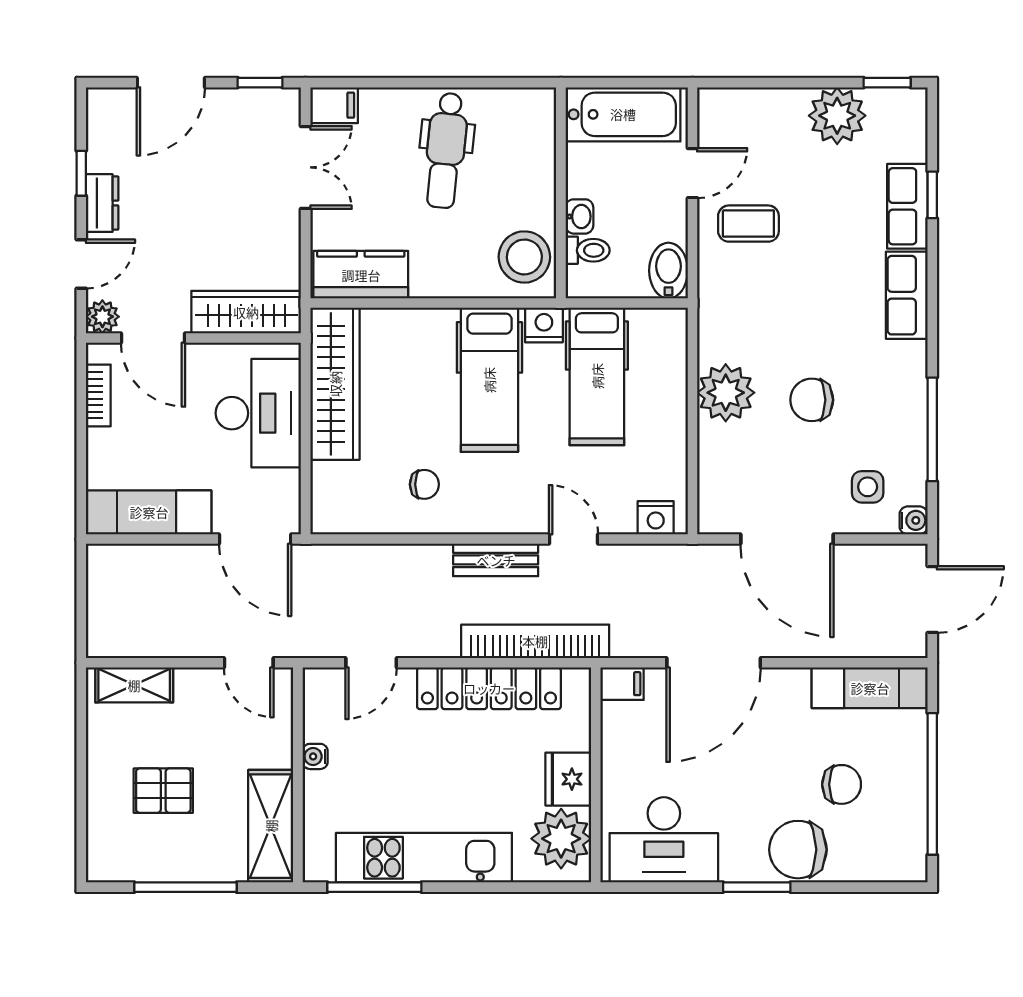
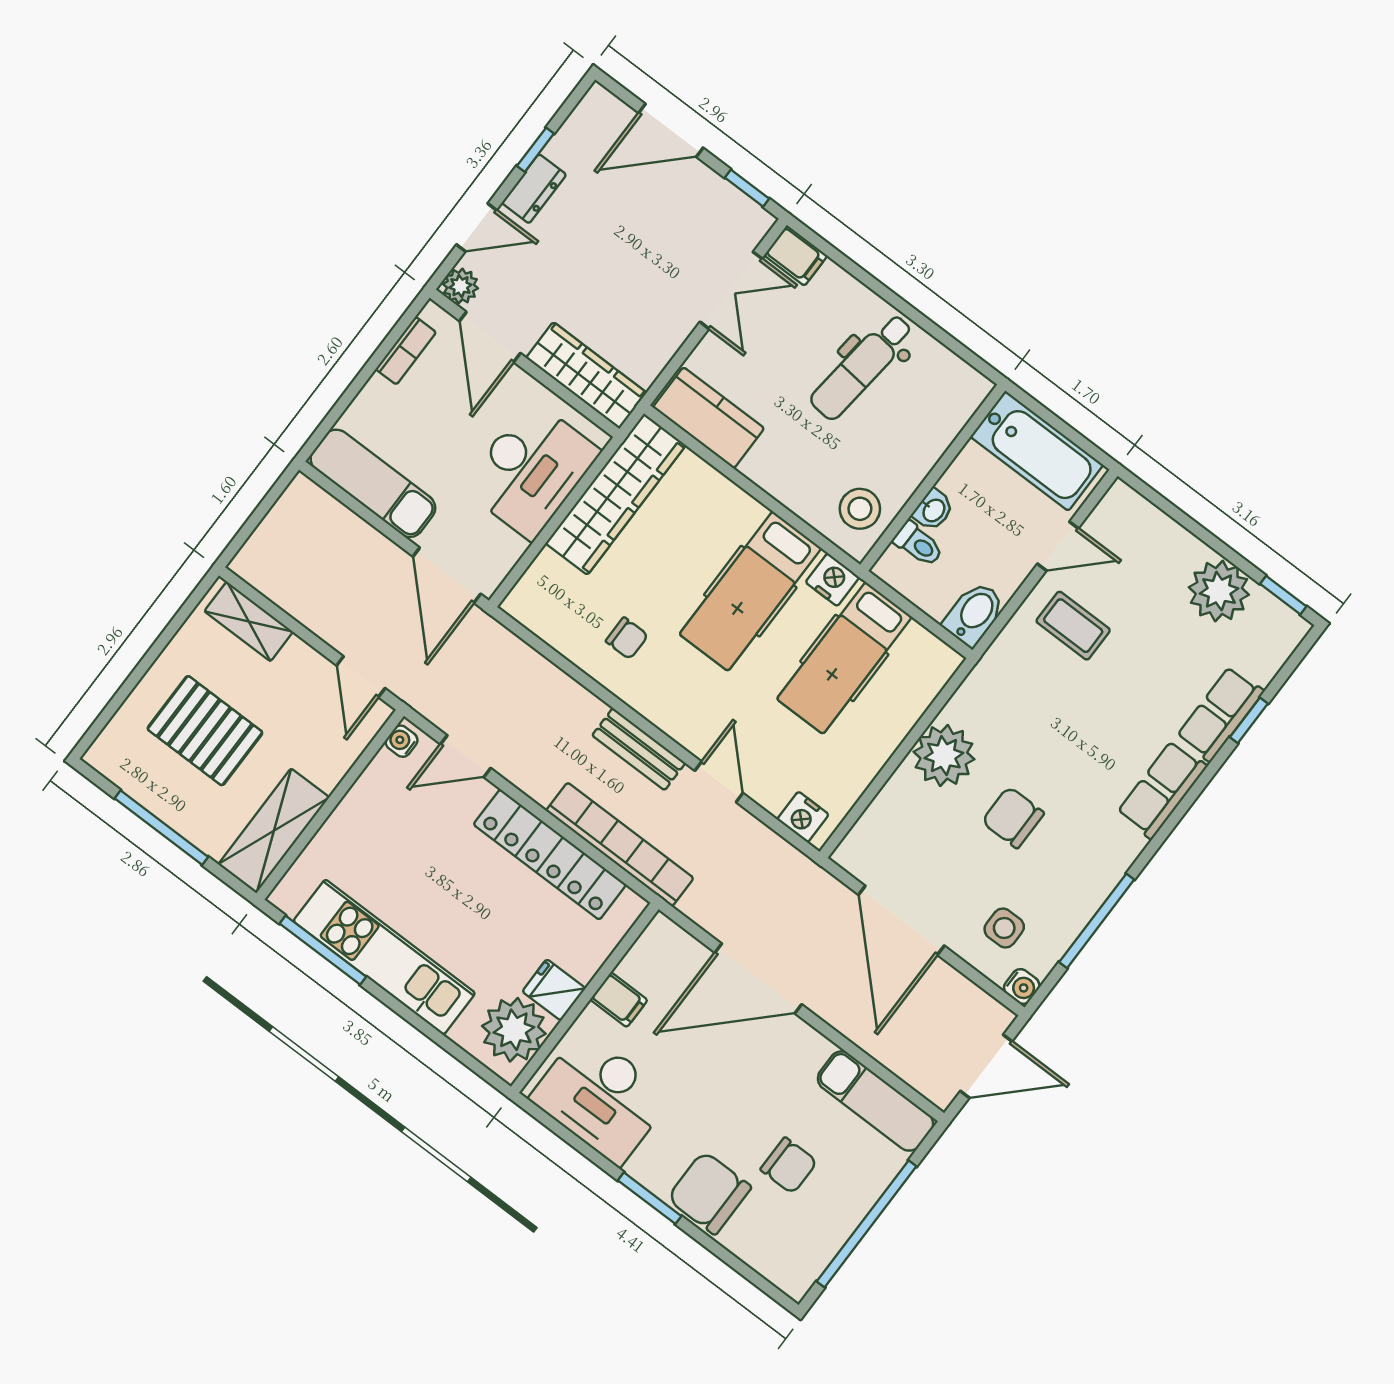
stool: (524, 257) -> (860, 509), width x0.73, depth x0.73
filing cabinet: (622, 684) -> (619, 1000), moved
water cooler: (315, 756) -> (402, 741), moved
fridge: (568, 779) -> (554, 990), width x0.72
pallet: (163, 791) -> (205, 731), width x1.50, depth x1.42

